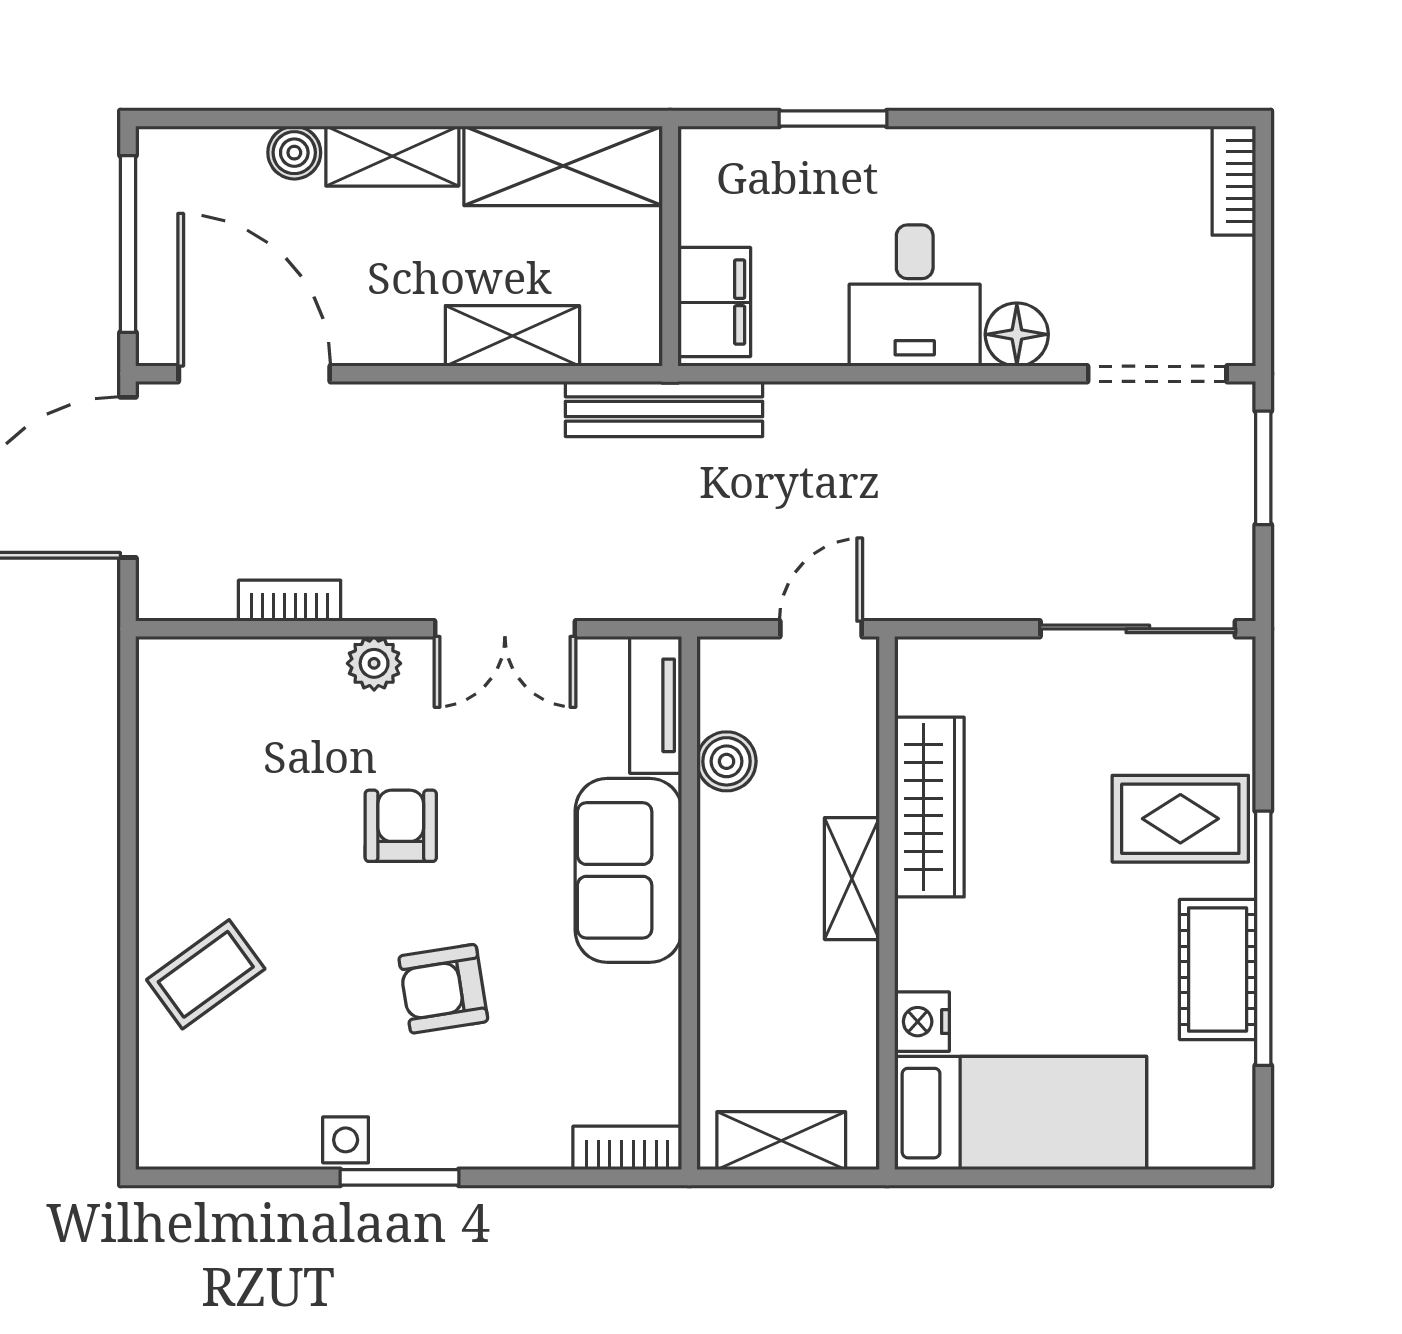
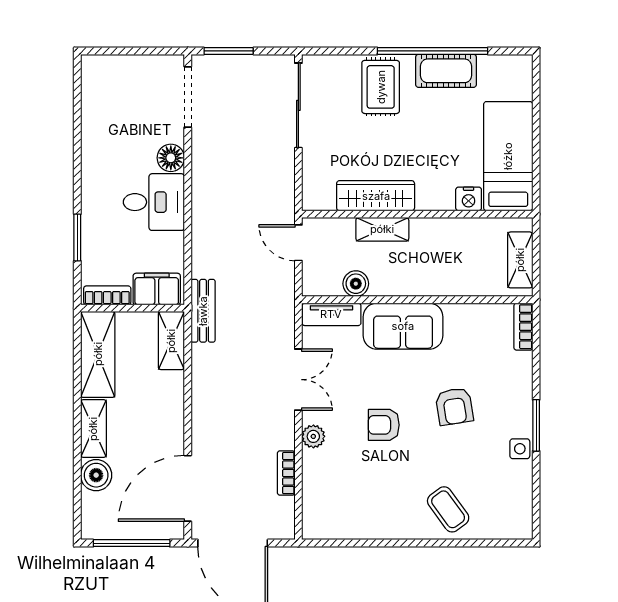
boiler: (294, 153) -> (96, 475), width x1.36, depth x1.36
bookcase: (1234, 181) -> (107, 295), moved, turned 180
shelving: (512, 336) -> (171, 341), moved
bench: (664, 409) -> (203, 311), width x0.73
shelving: (852, 879) -> (382, 229), moved

